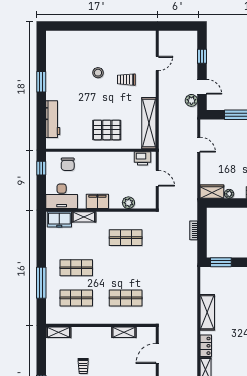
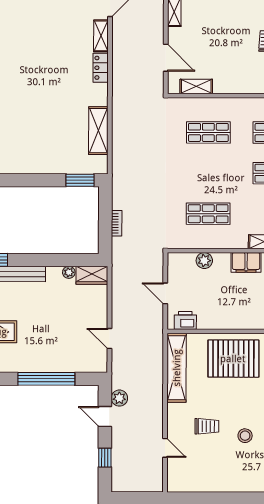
door: (157, 63) -> (165, 448), swing flipped
pallet: (107, 130) -> (233, 359), width x1.37, depth x1.41
shelving: (207, 312) -> (98, 131), moved
shelving: (124, 332) -> (196, 86), moved
door: (157, 353) -> (166, 58), hinge flipped

